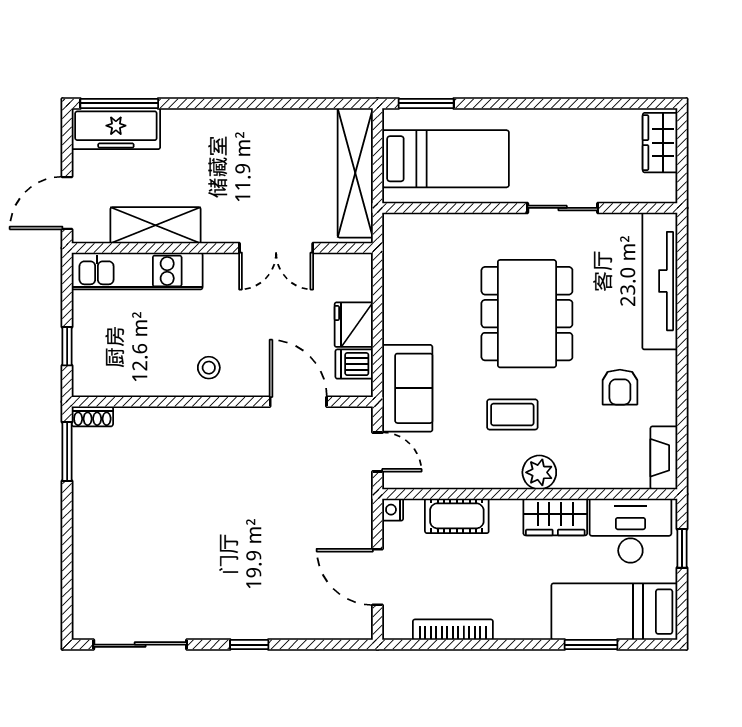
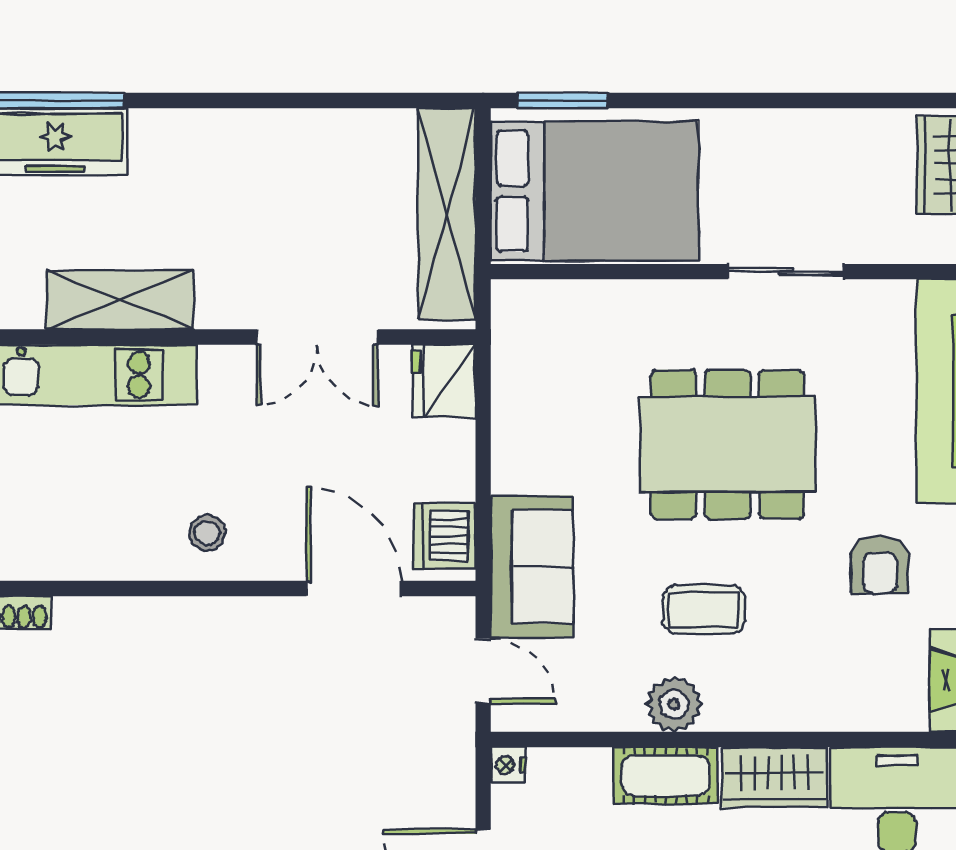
bed: (446, 159) -> (594, 191), width x1.50
dining table: (527, 314) -> (728, 445), turned 90
fridge: (354, 325) -> (444, 381), moved
dishwasher: (354, 364) -> (445, 536), width x1.38
plant: (539, 472) -> (674, 704), moved
cot: (457, 516) -> (666, 775), moved

